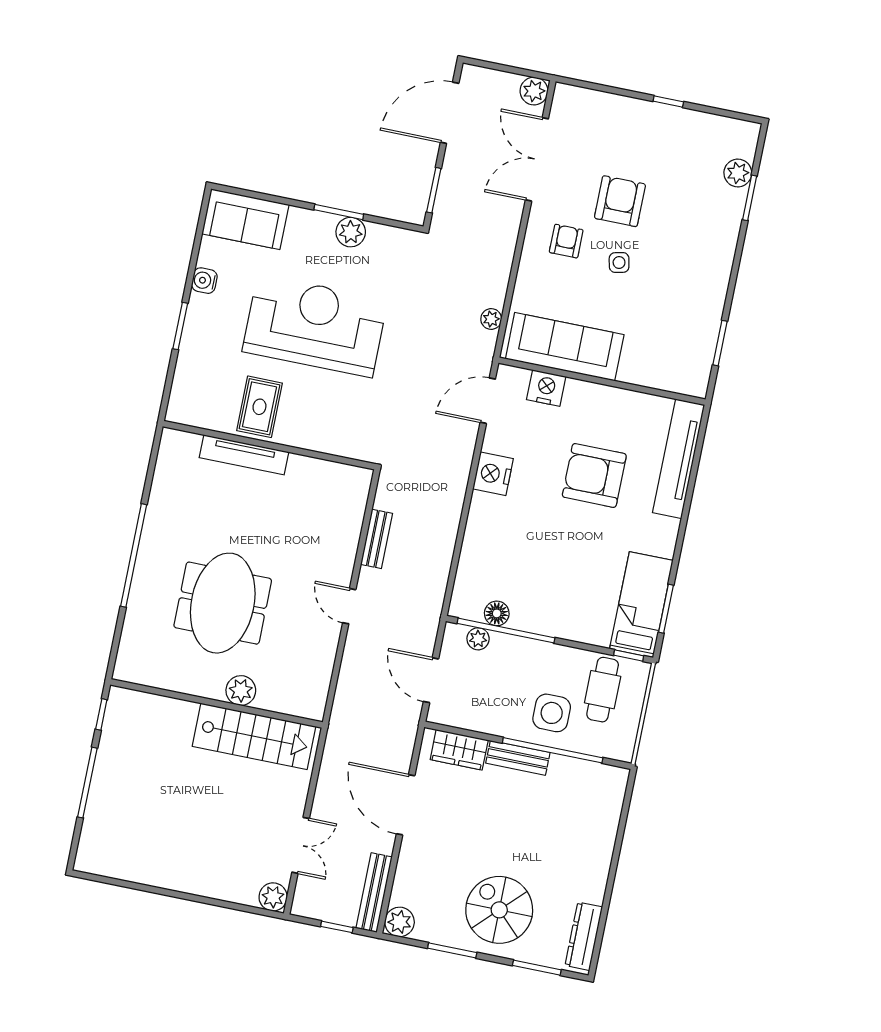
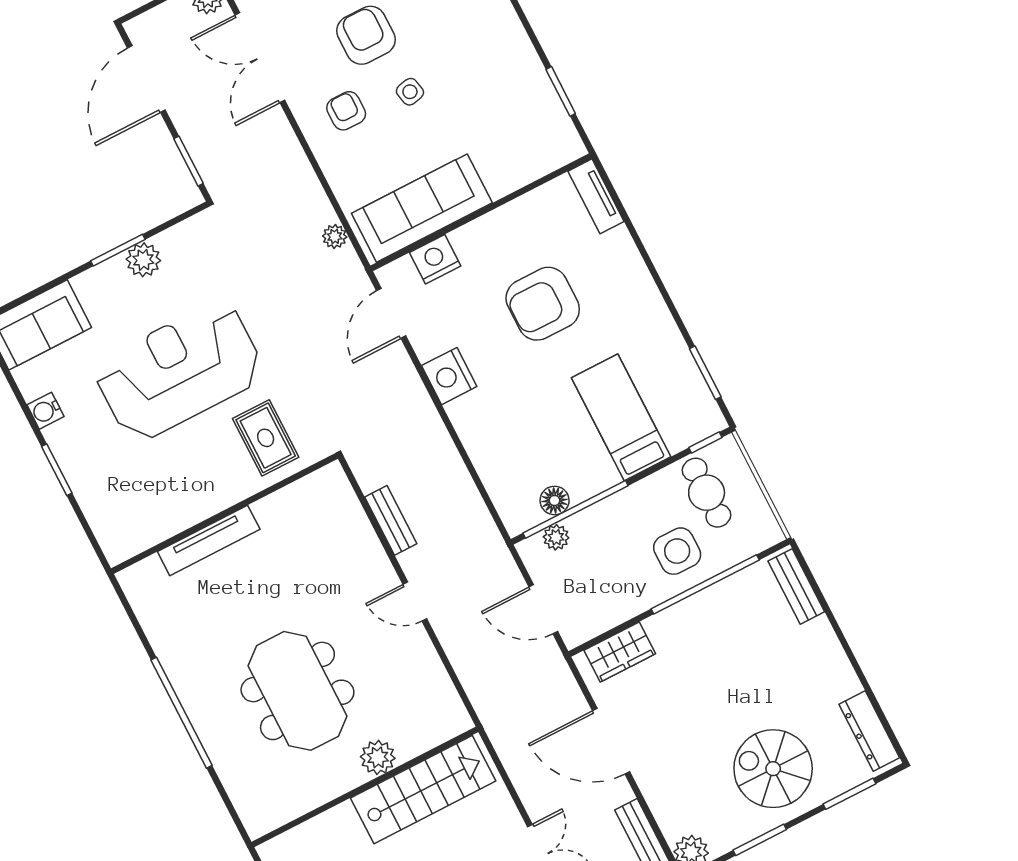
rug: (259, 407) -> (266, 438), moved
tv unit: (679, 459) -> (596, 196), width x0.52, depth x0.78
bed: (641, 605) -> (621, 417), moved
bench: (518, 758) -> (796, 586), moved, turned 90

